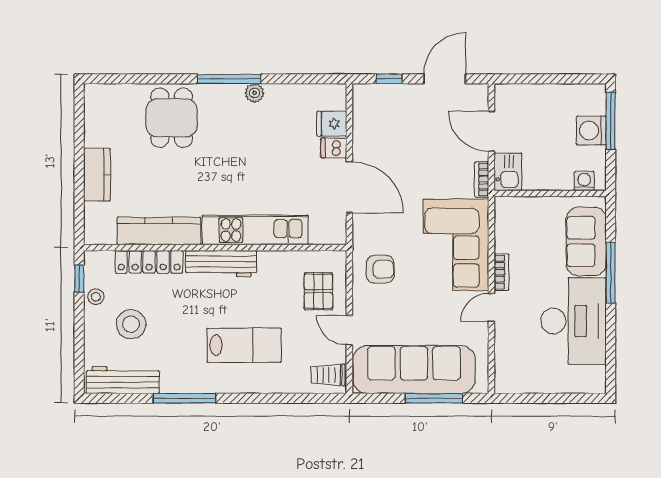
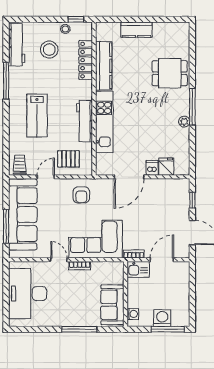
sofa: (586, 241) -> (112, 305), moved, turned -90
workbench: (221, 264) -> (85, 121), moved
desk: (574, 321) -> (28, 294), moved, turned 90

